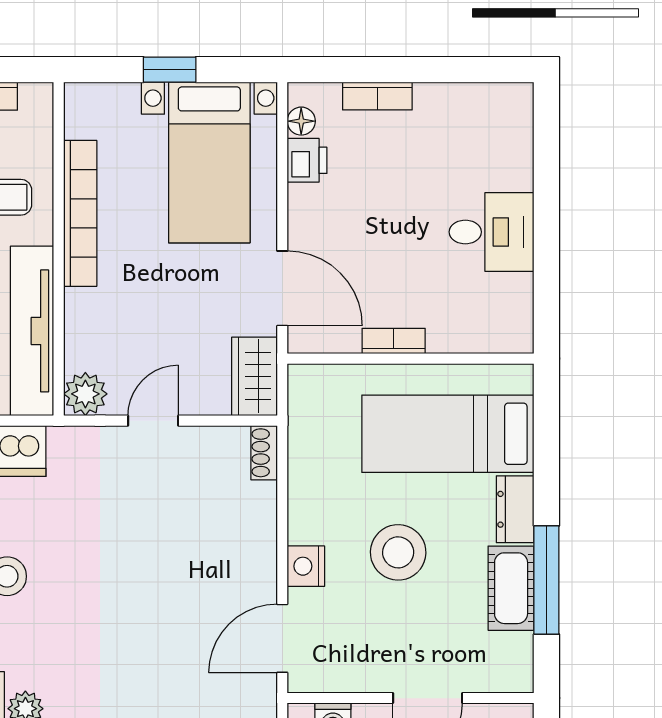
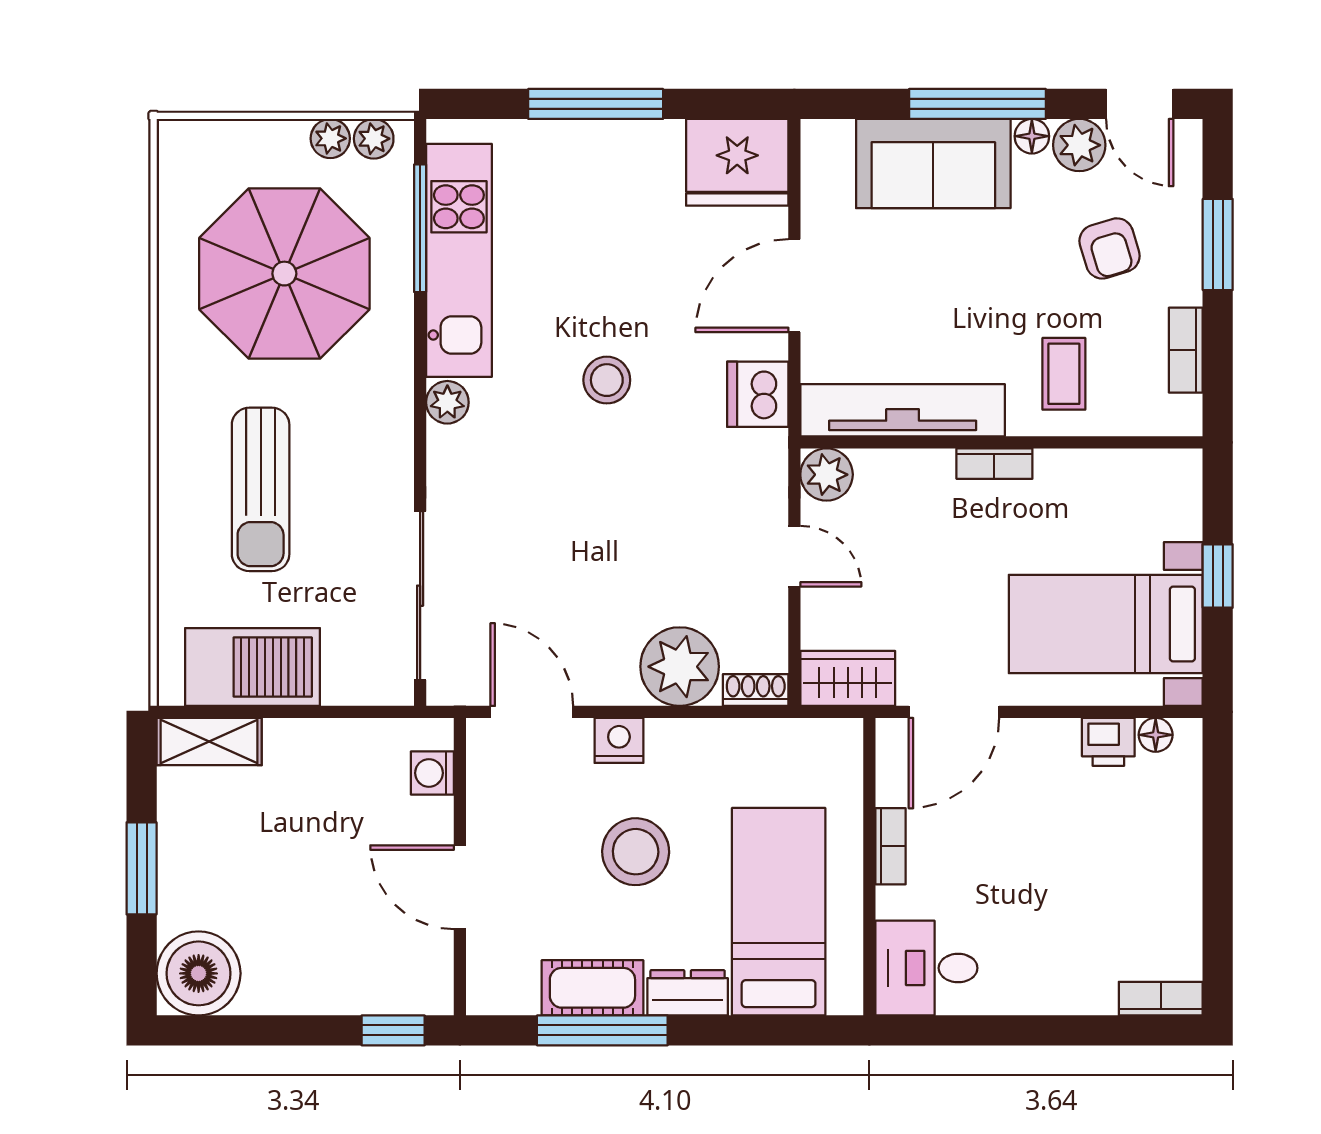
bookcase: (377, 96) -> (1161, 999), moved, turned 90
bookcase: (80, 213) -> (994, 464), width x0.43, depth x0.76
desk: (492, 232) -> (926, 968), moved, turned 90
plant: (245, 516) -> (680, 667), added

